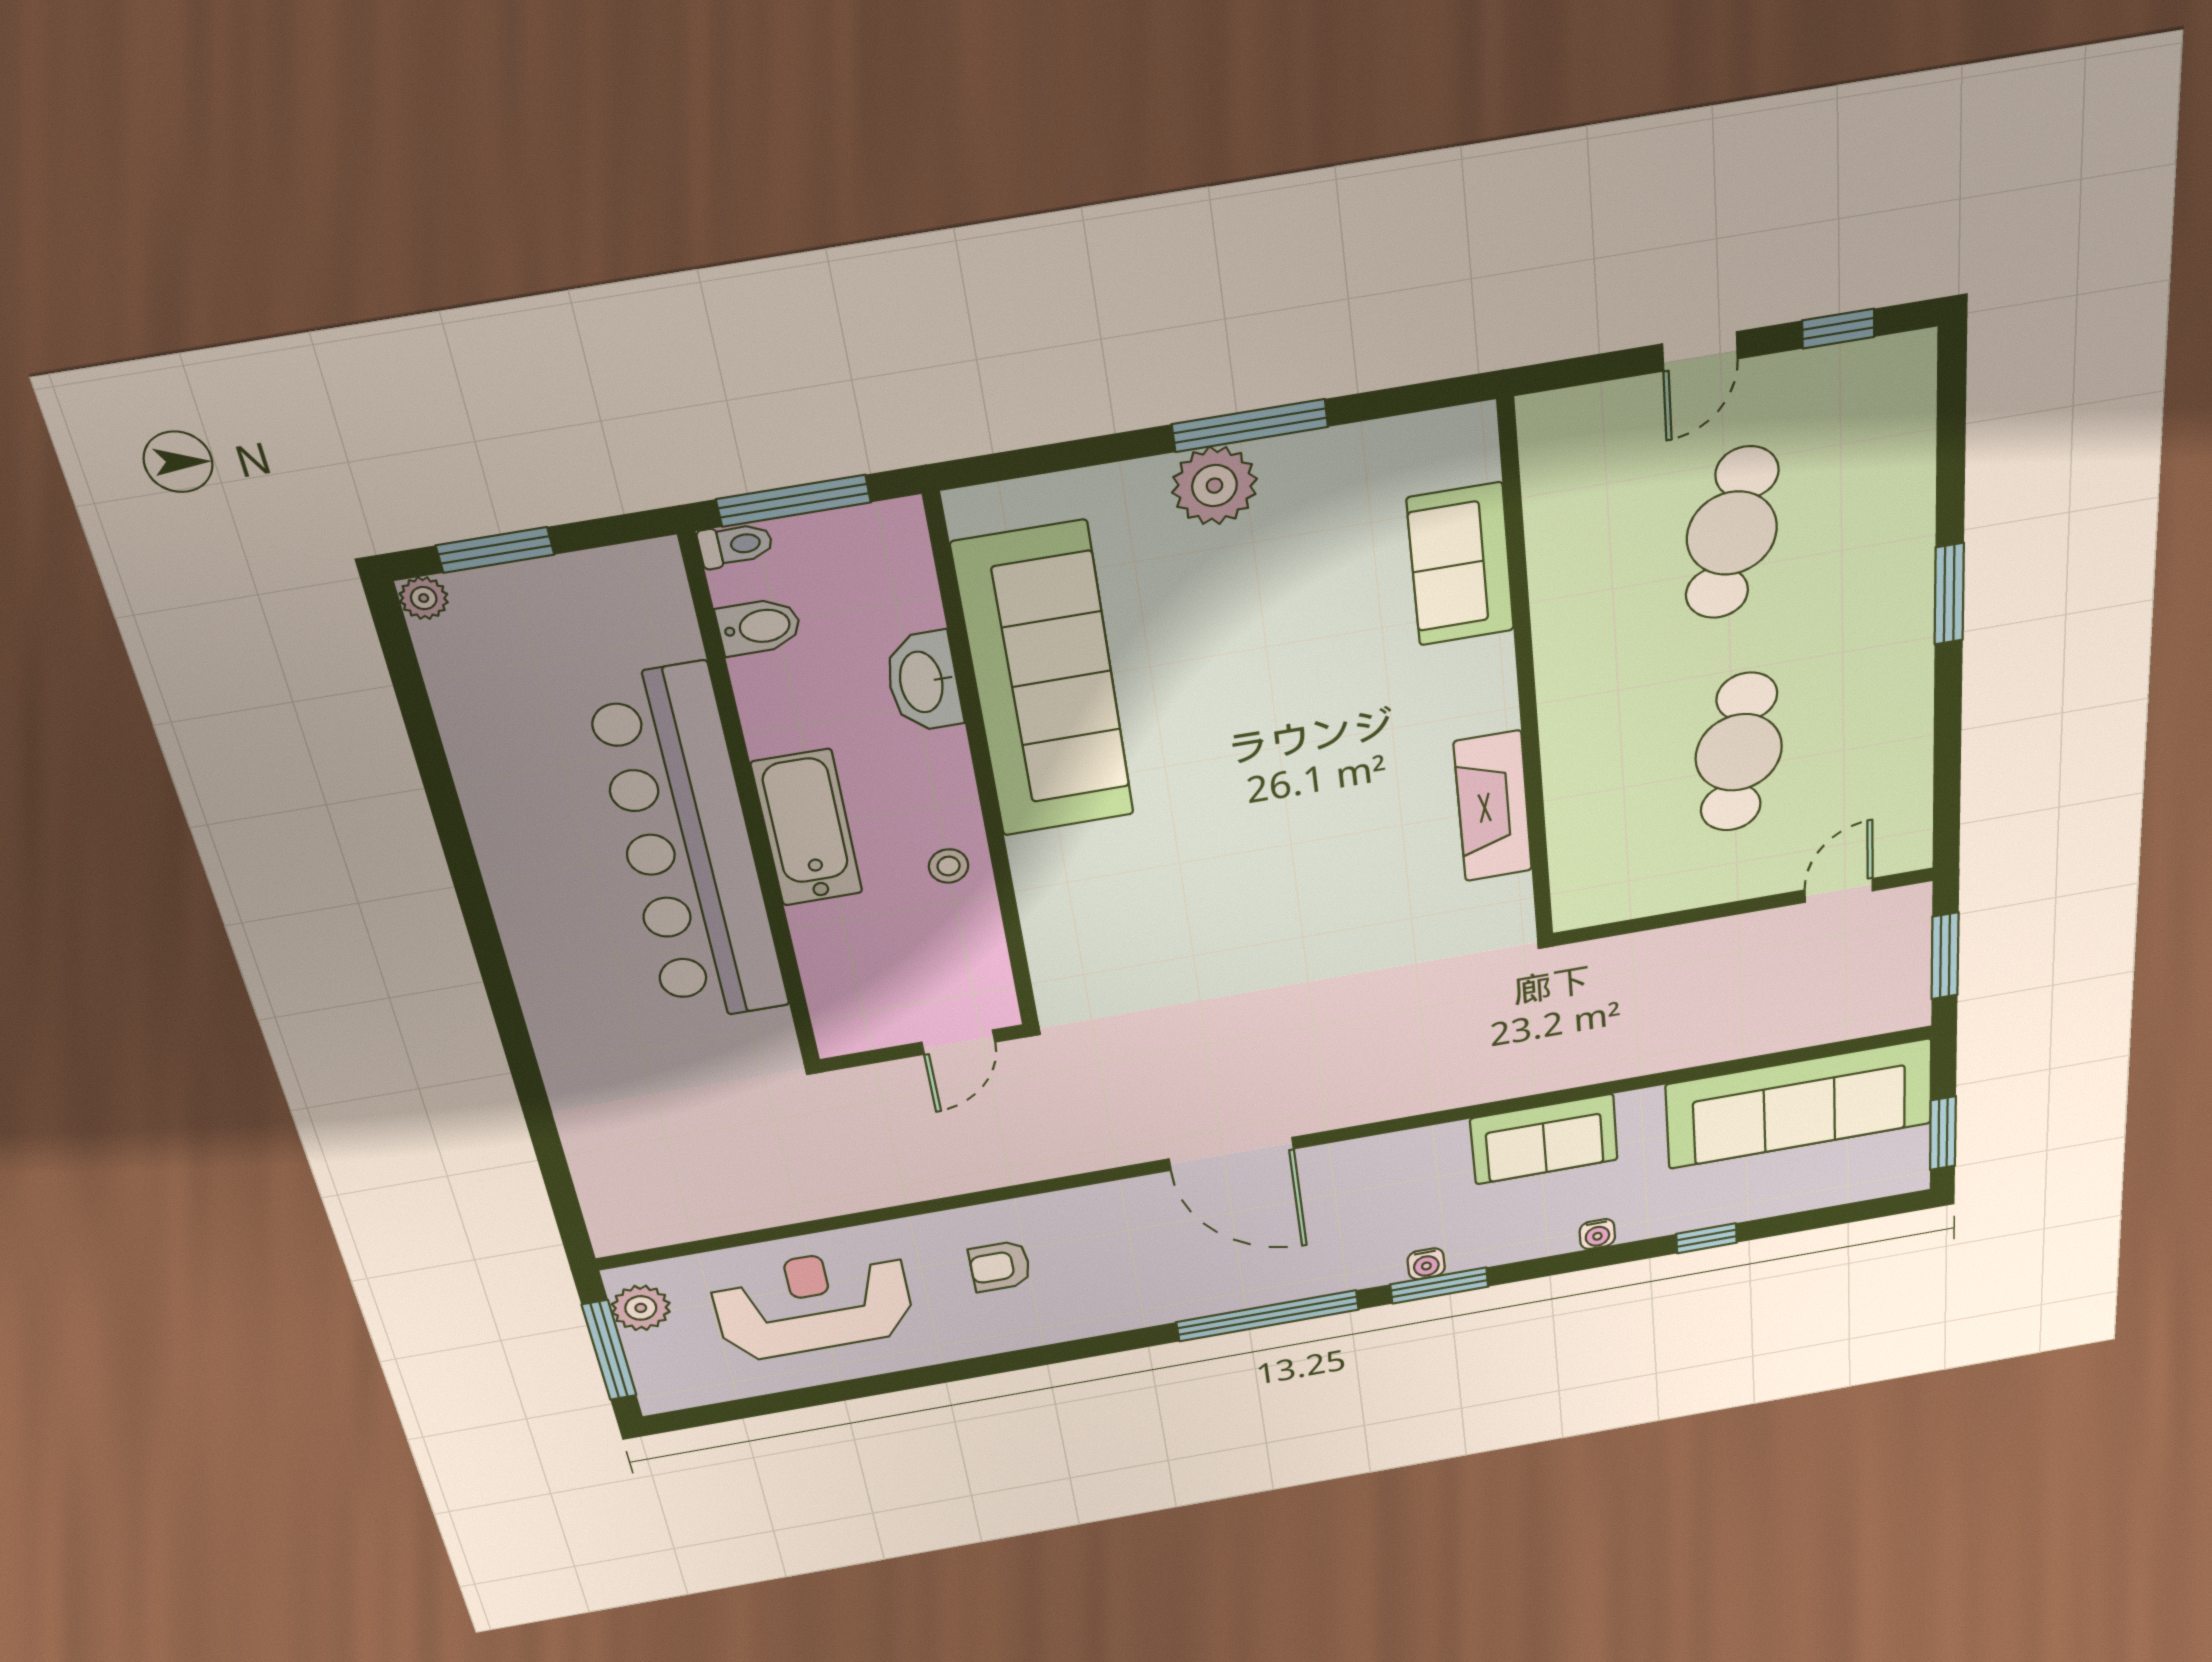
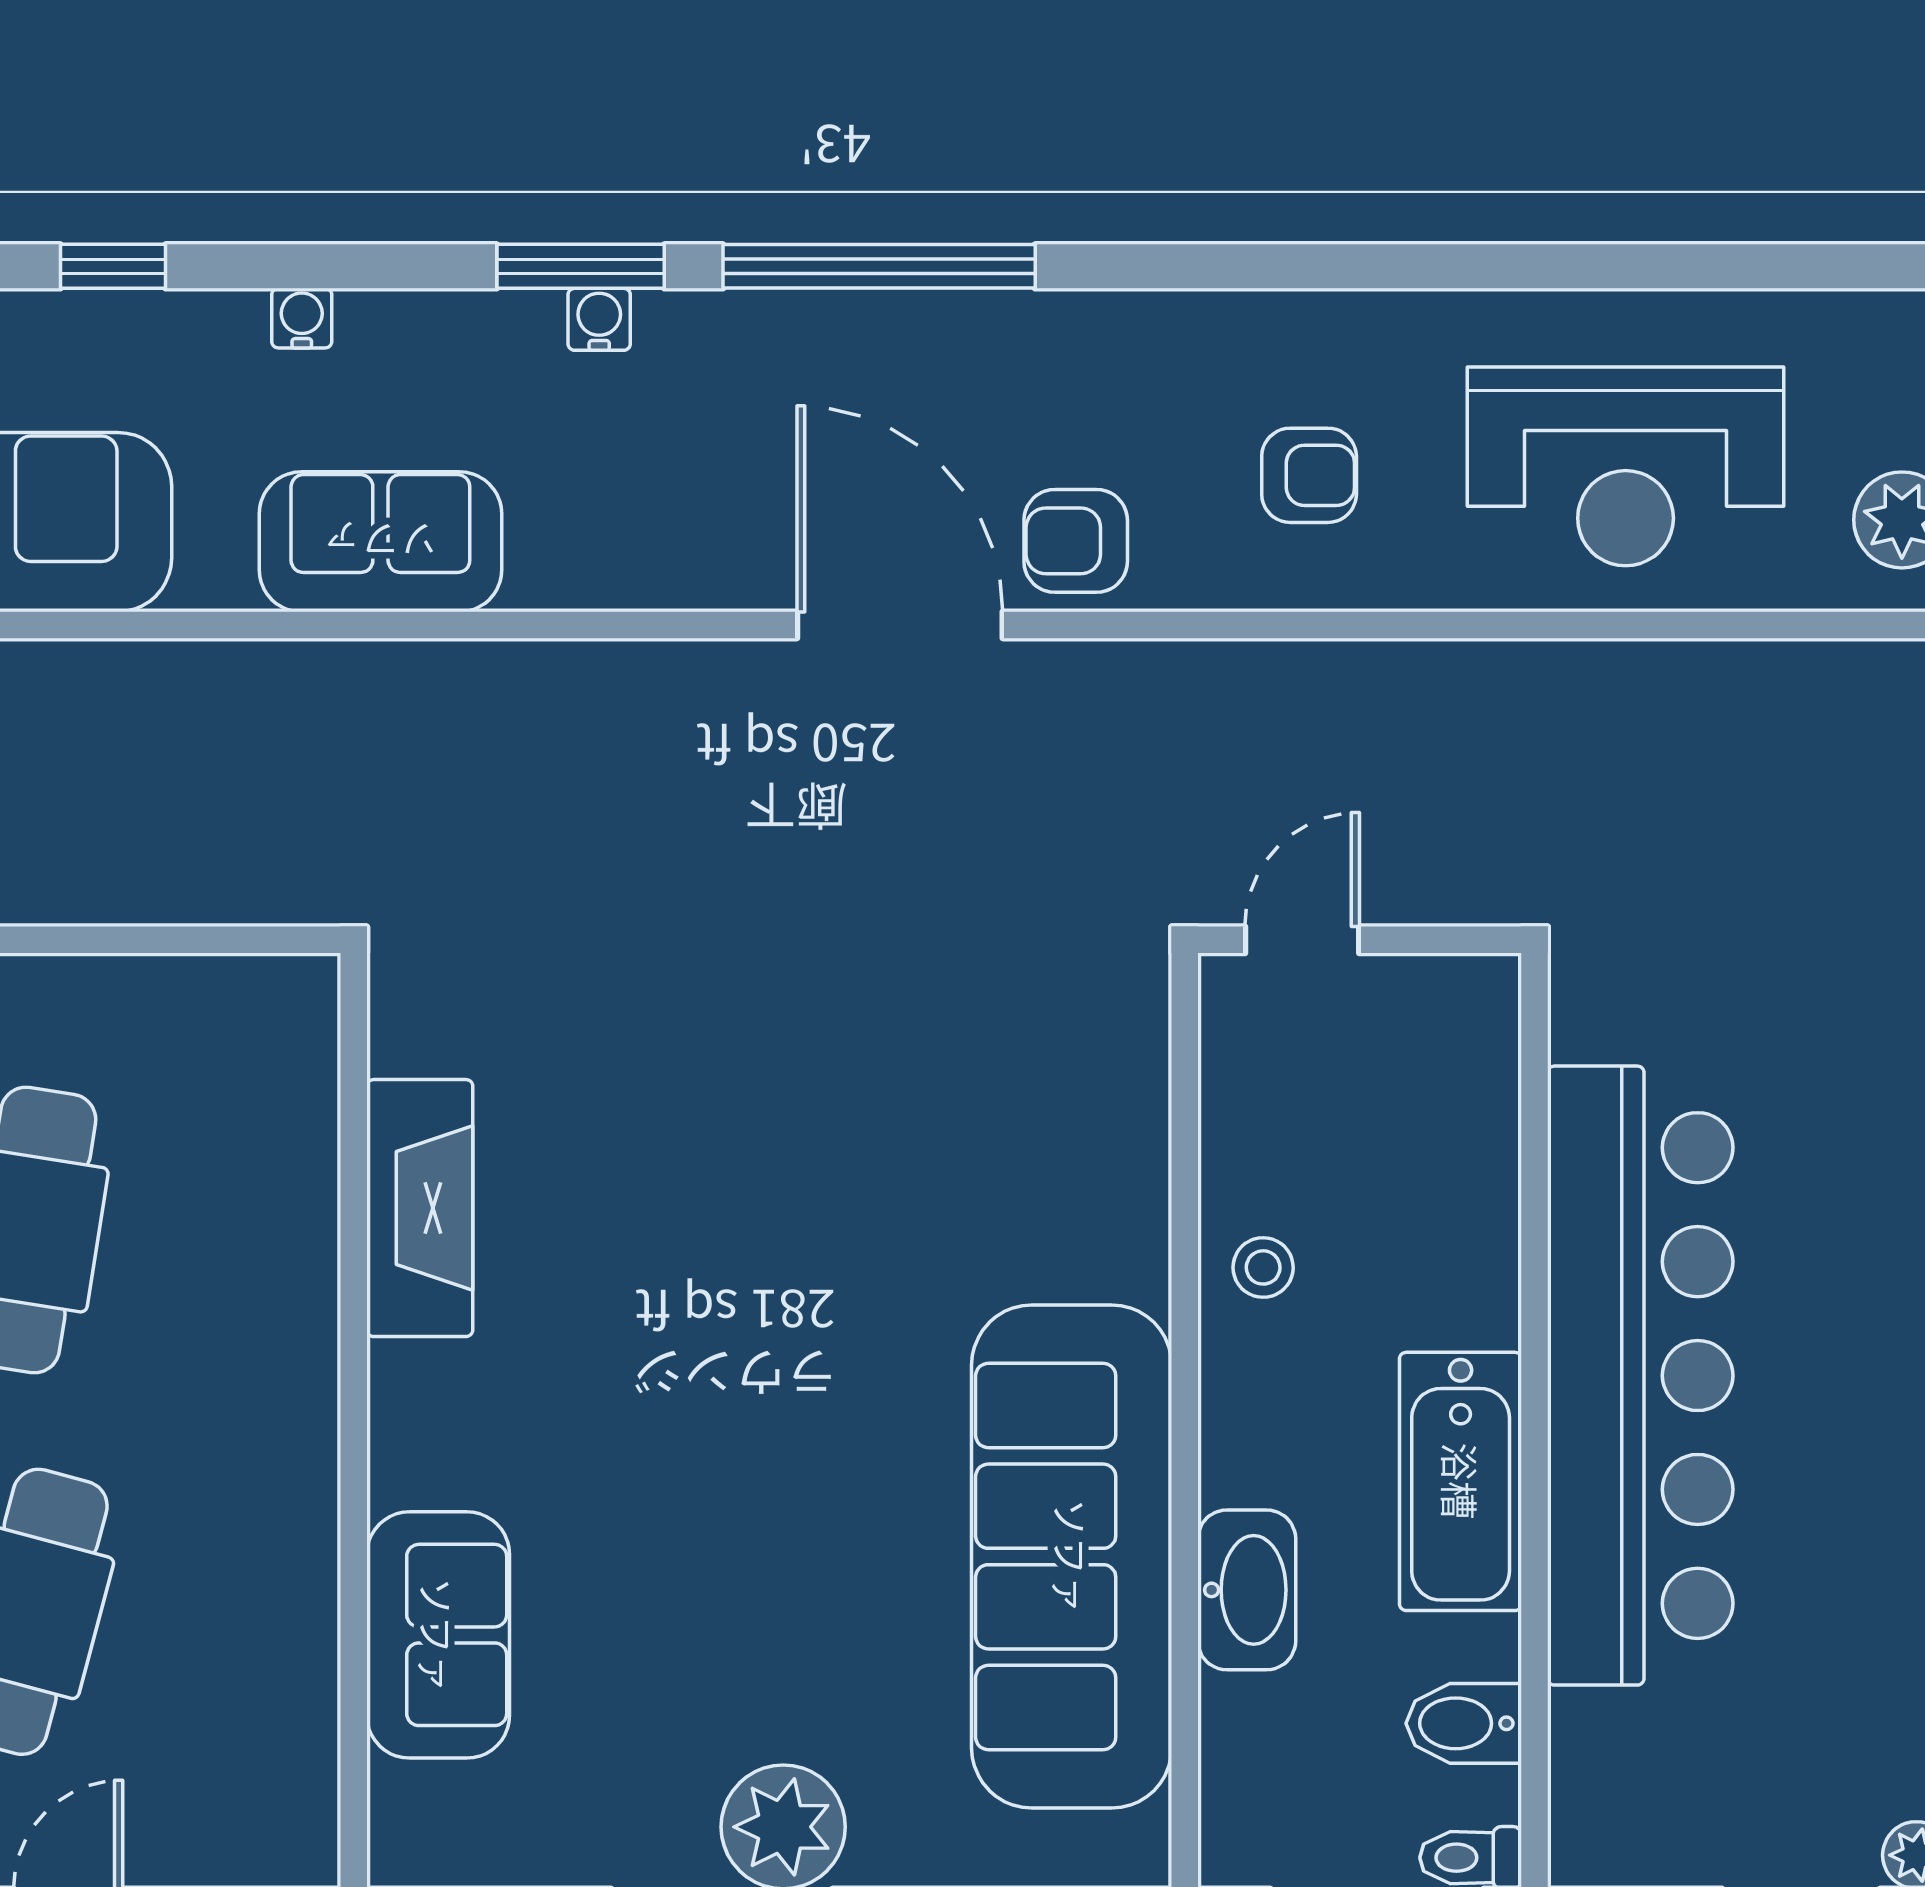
bathtub: (807, 828) -> (1461, 1481), moved
armchair: (1133, 1212) -> (1076, 541), added

